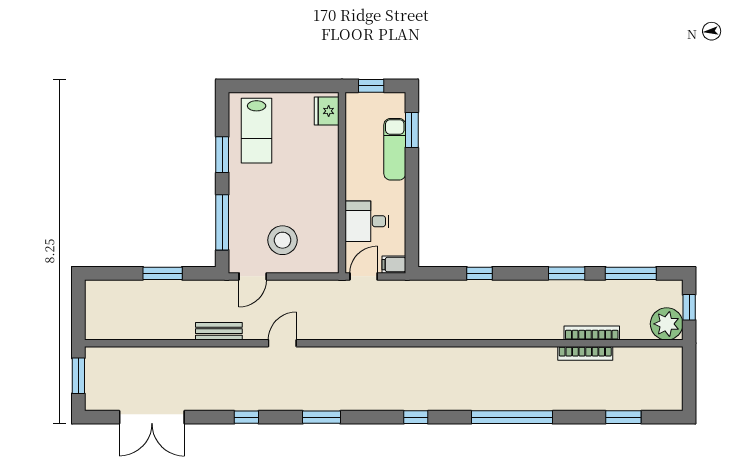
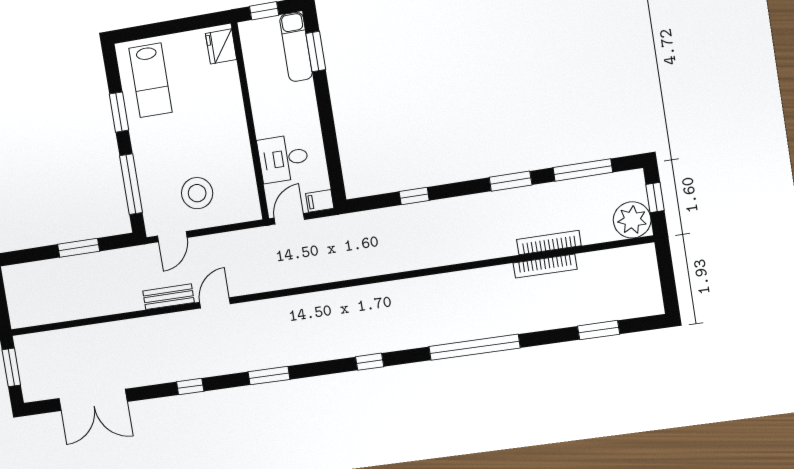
exam couch: (395, 149) -> (296, 47), moved
bench: (219, 331) -> (168, 297), moved

